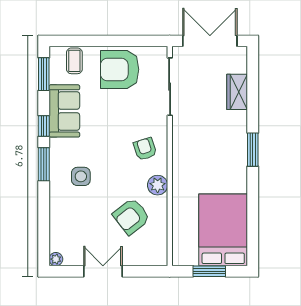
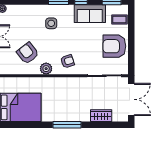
armchair: (120, 69) -> (114, 46), turned -90
window: (253, 150) -> (67, 125), width x1.44

